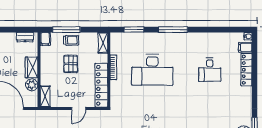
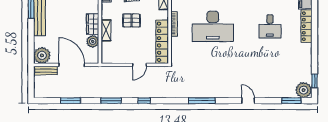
pallet: (71, 64) -> (132, 21), turned 90
shelving: (45, 96) -> (106, 30), moved

